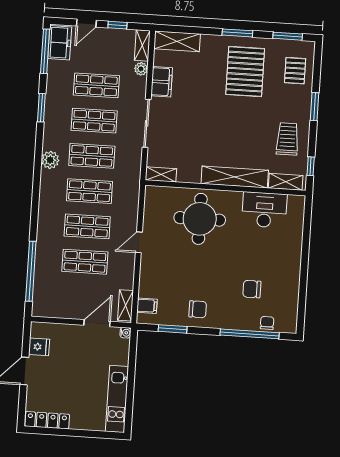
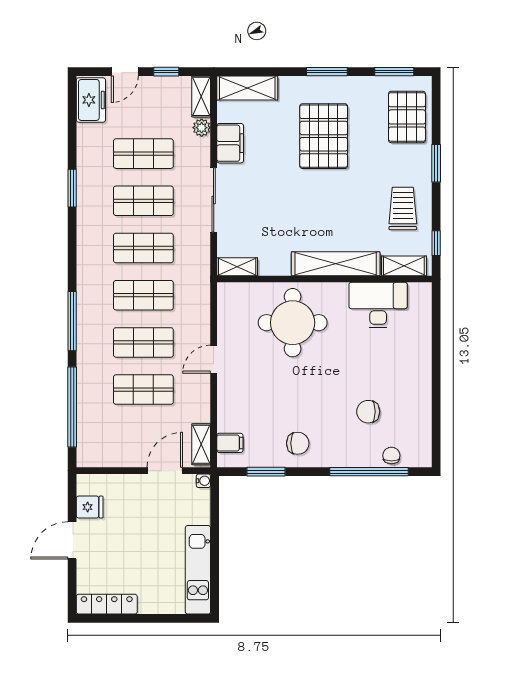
window: (45, 51) -> (72, 321), moved
pallet: (295, 71) -> (407, 117), width x1.50, depth x1.42
pallet: (245, 72) -> (324, 136), moved
plant: (50, 160) -> (88, 257), removed

